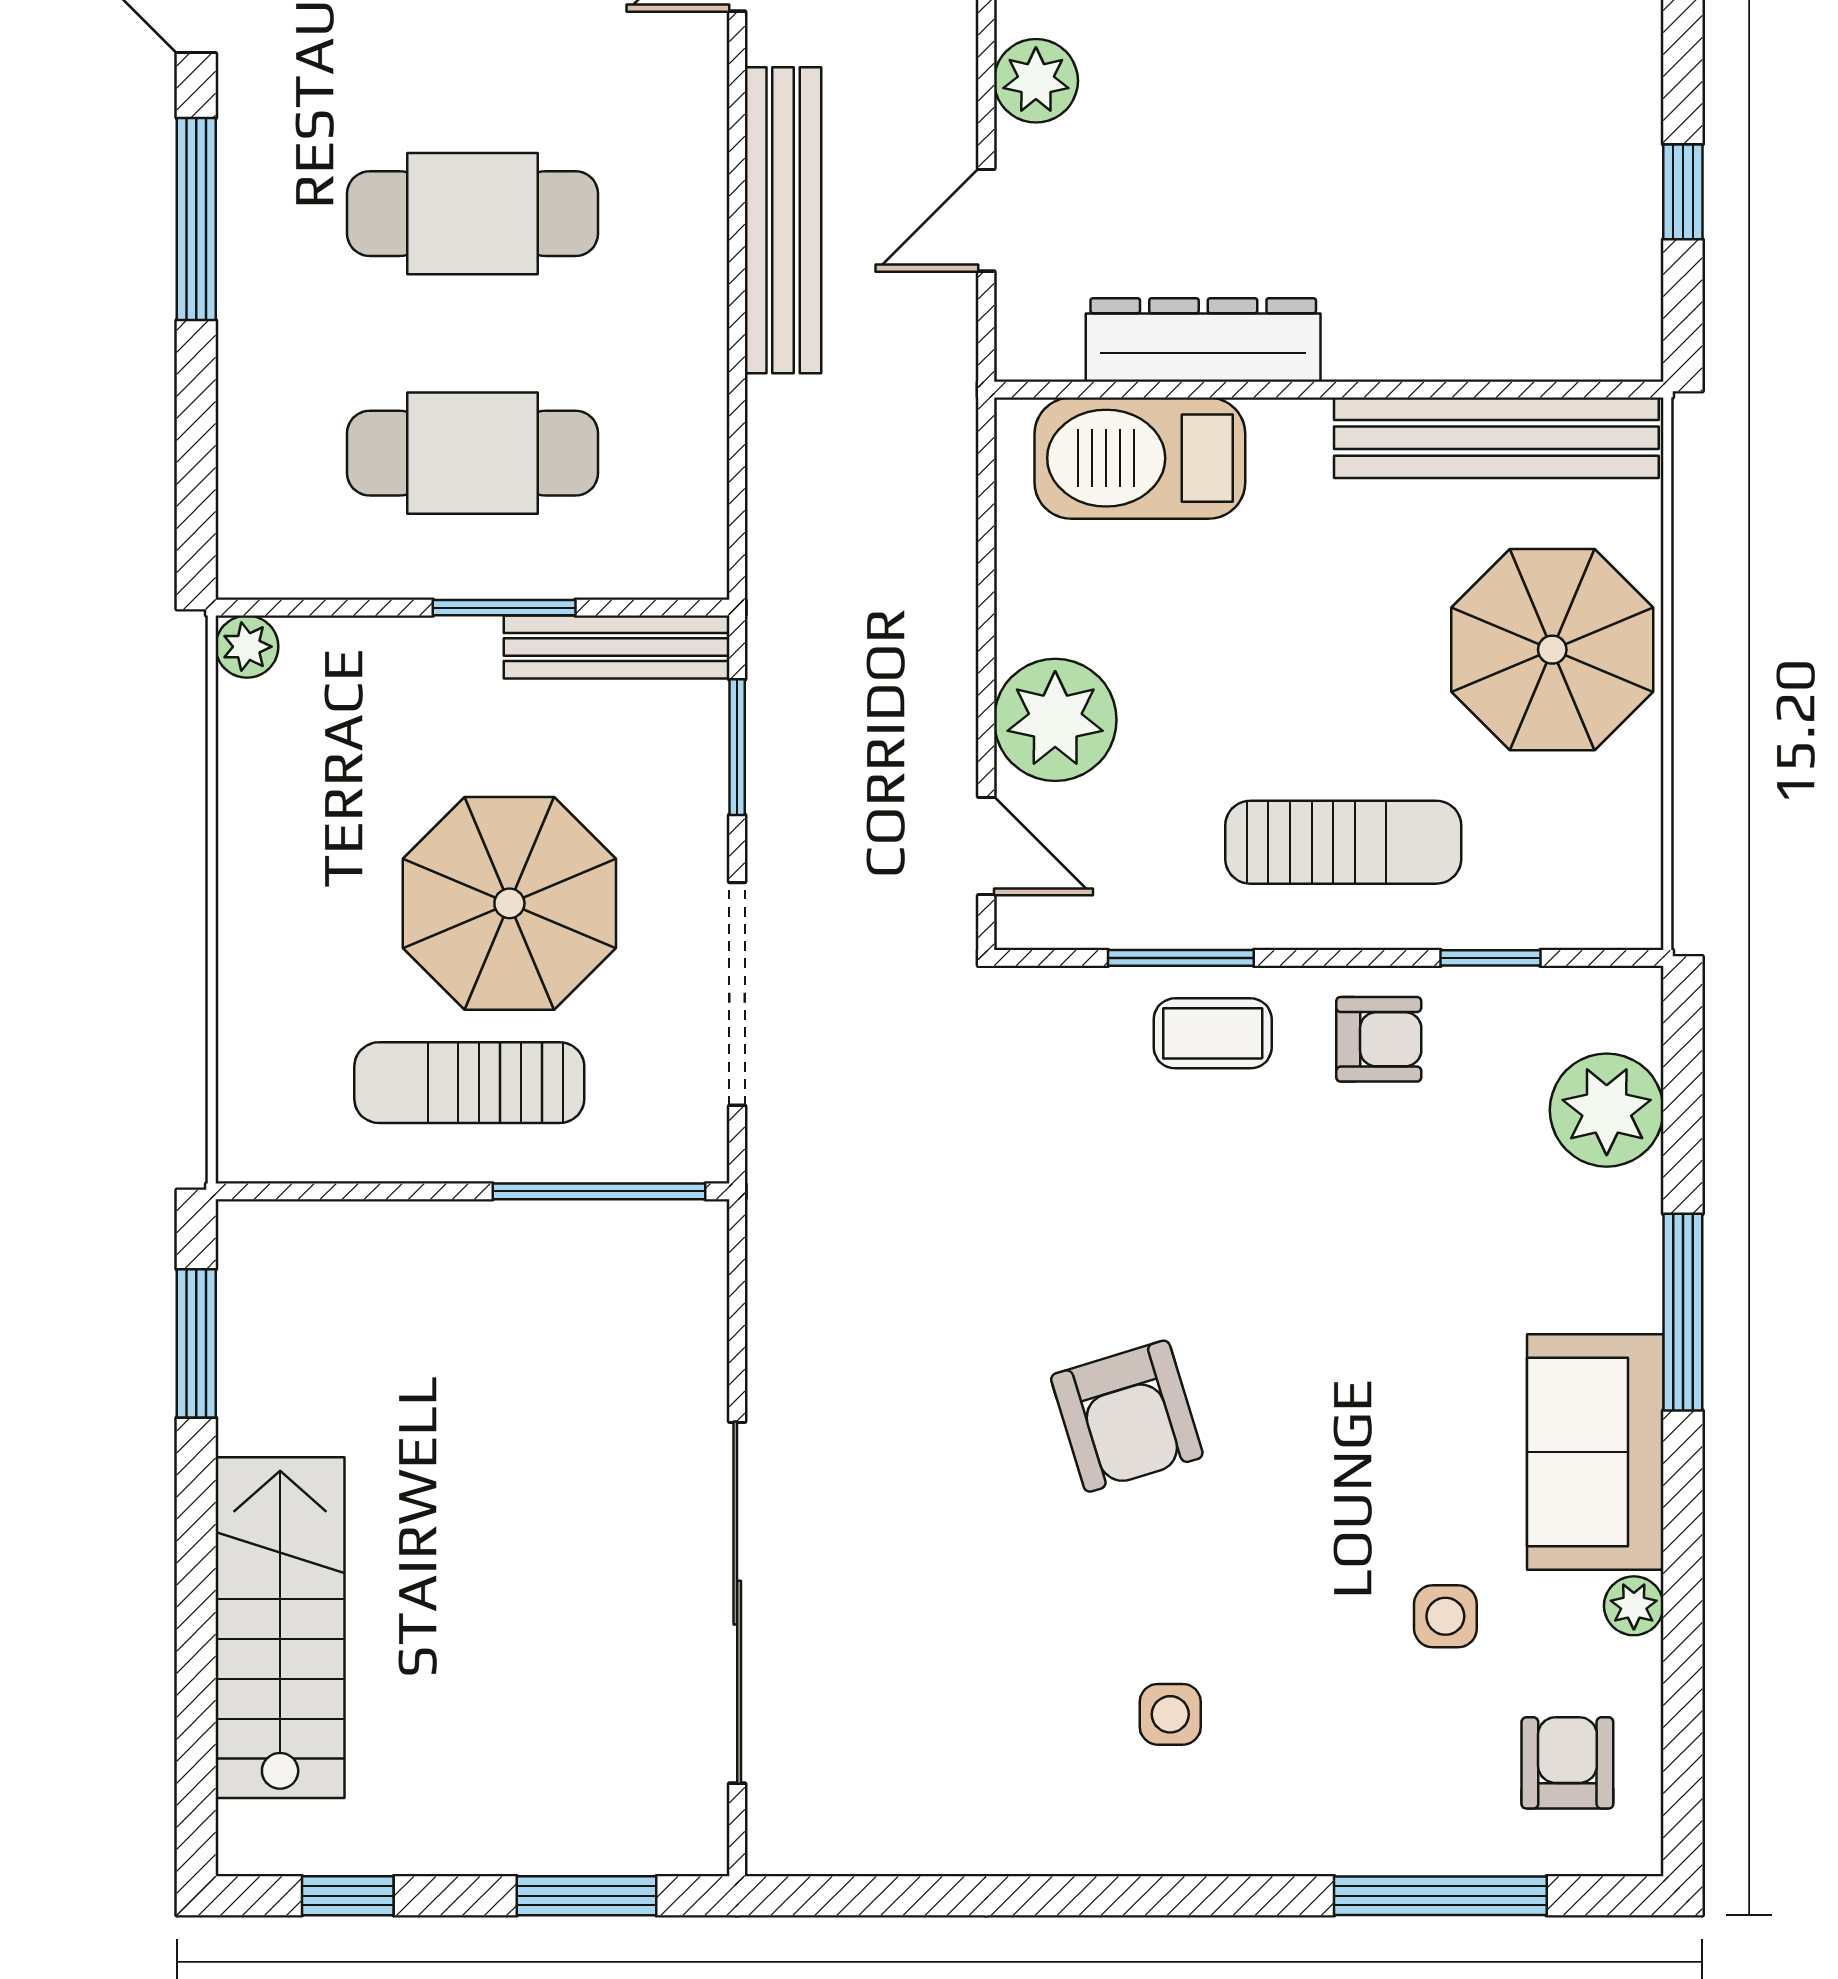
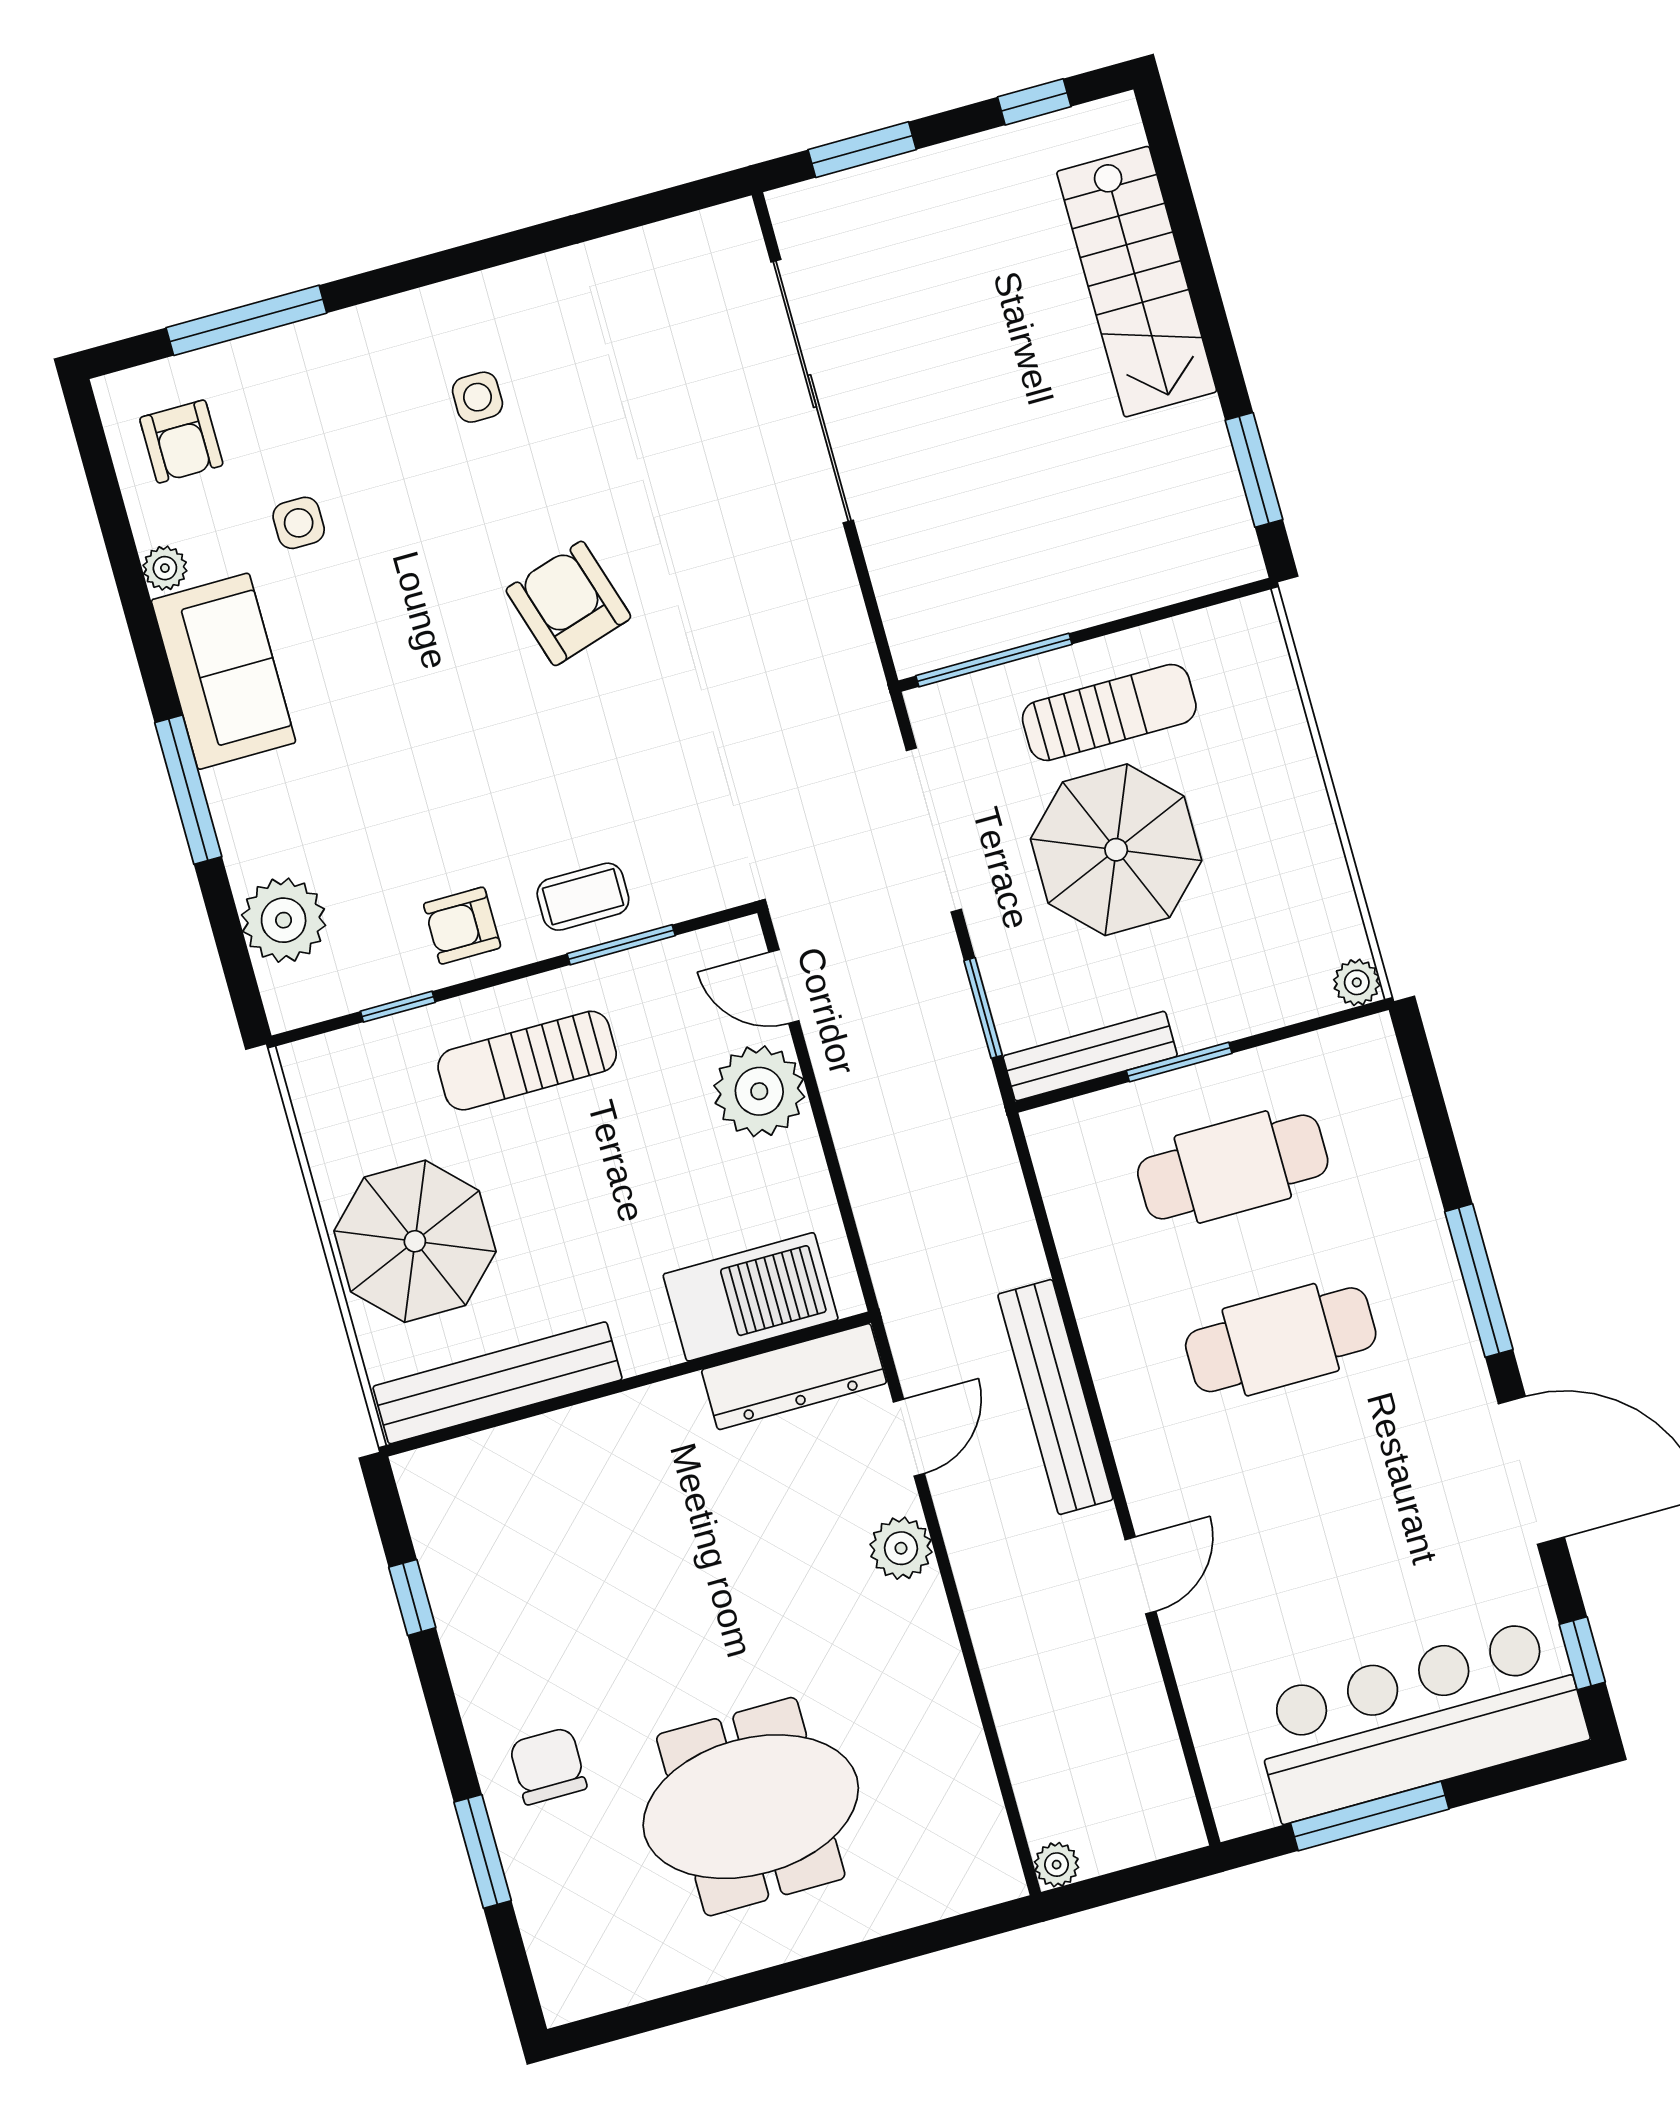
dresser: (1203, 340) -> (794, 1377), moved

